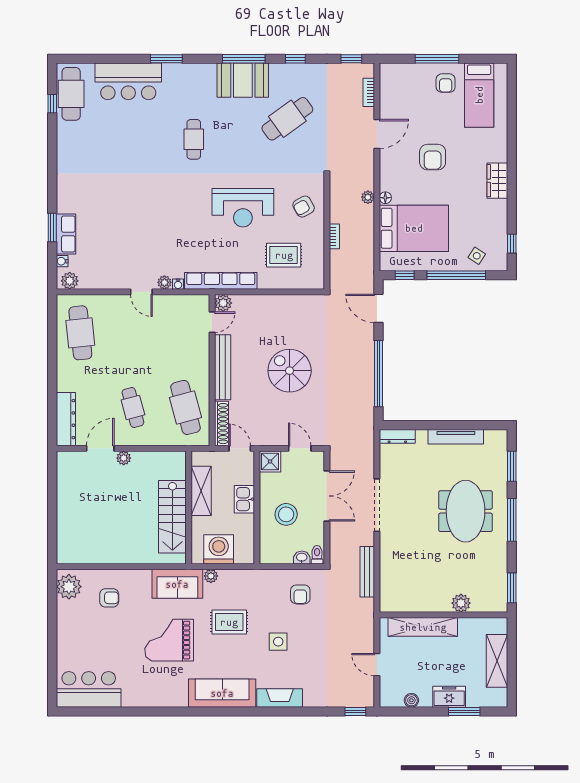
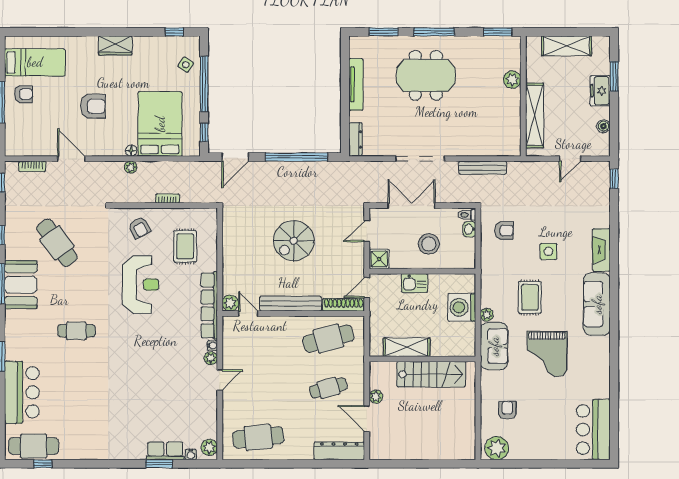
shelving: (201, 491) -> (407, 347), moved
wall: (189, 508) -> (422, 359), moved
stairs: (172, 517) -> (431, 374), moved

